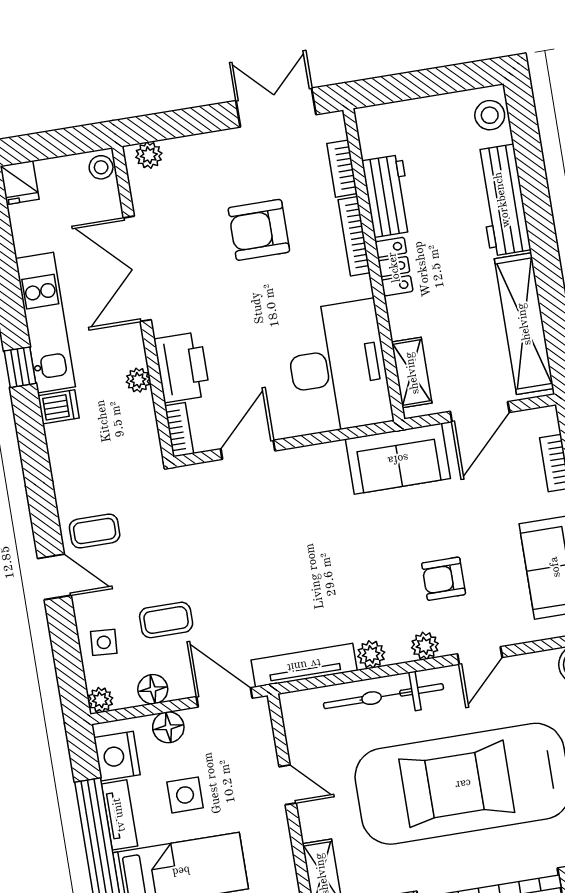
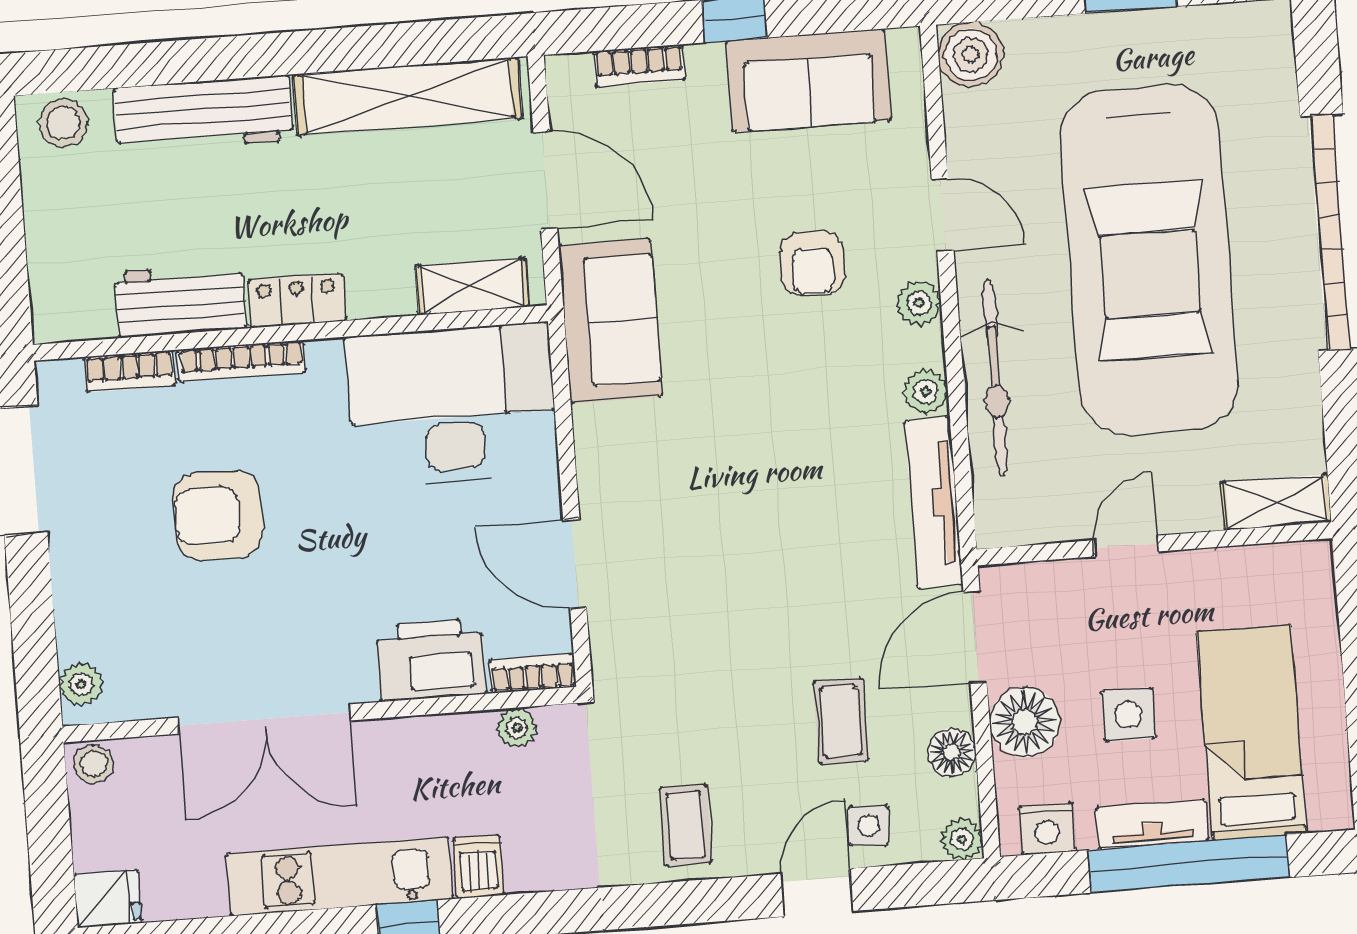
armchair: (259, 230) -> (218, 515), turned 90
plant: (138, 380) -> (517, 728), moved
door: (54, 577) -> (817, 892), moved
floor lamp: (168, 727) -> (1025, 722), width x1.38, depth x1.38
nightstand: (117, 756) -> (1047, 829), width x0.74, depth x0.75

